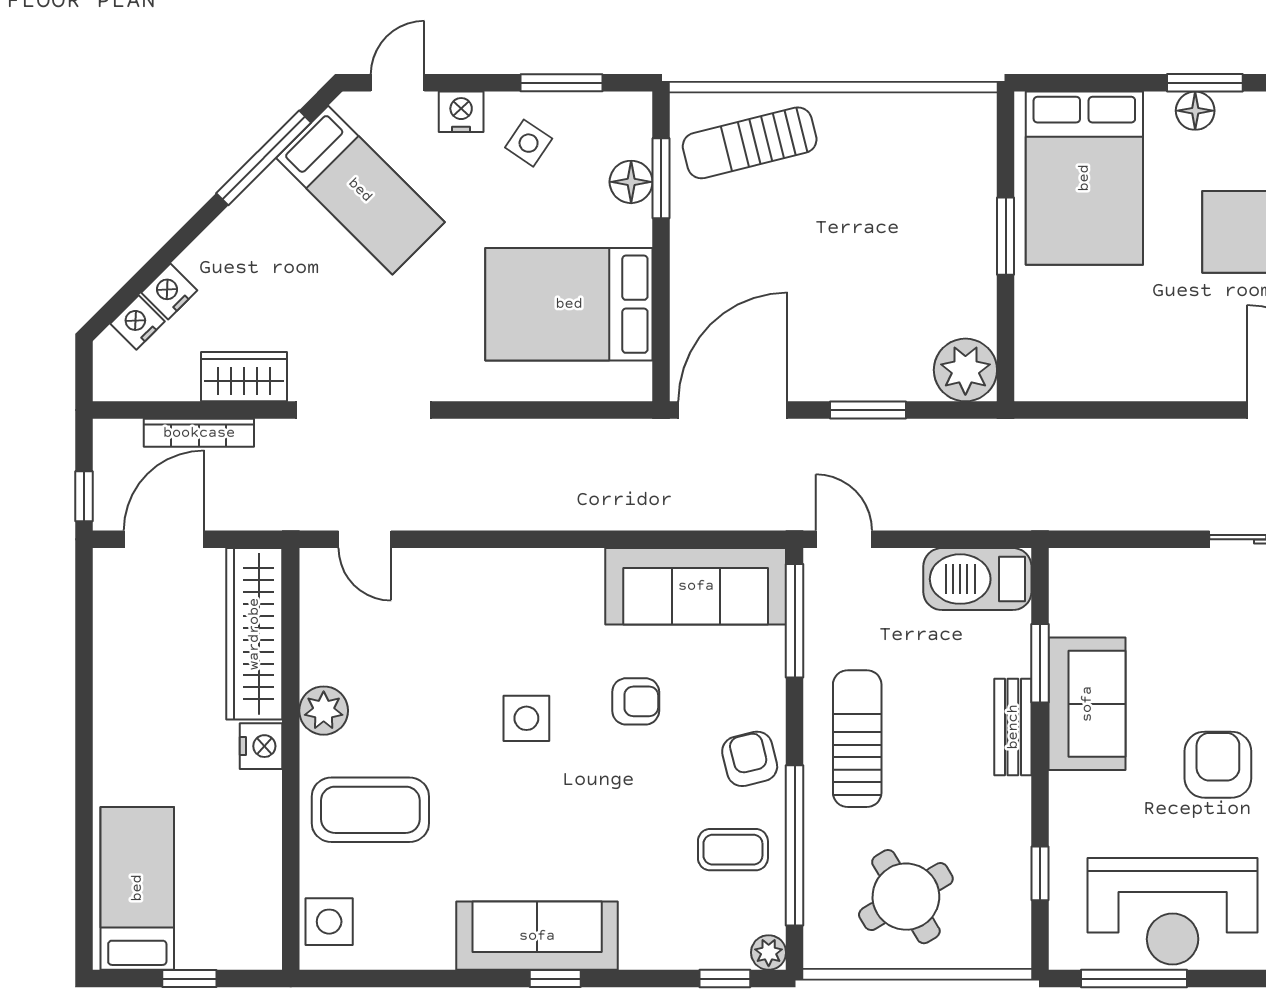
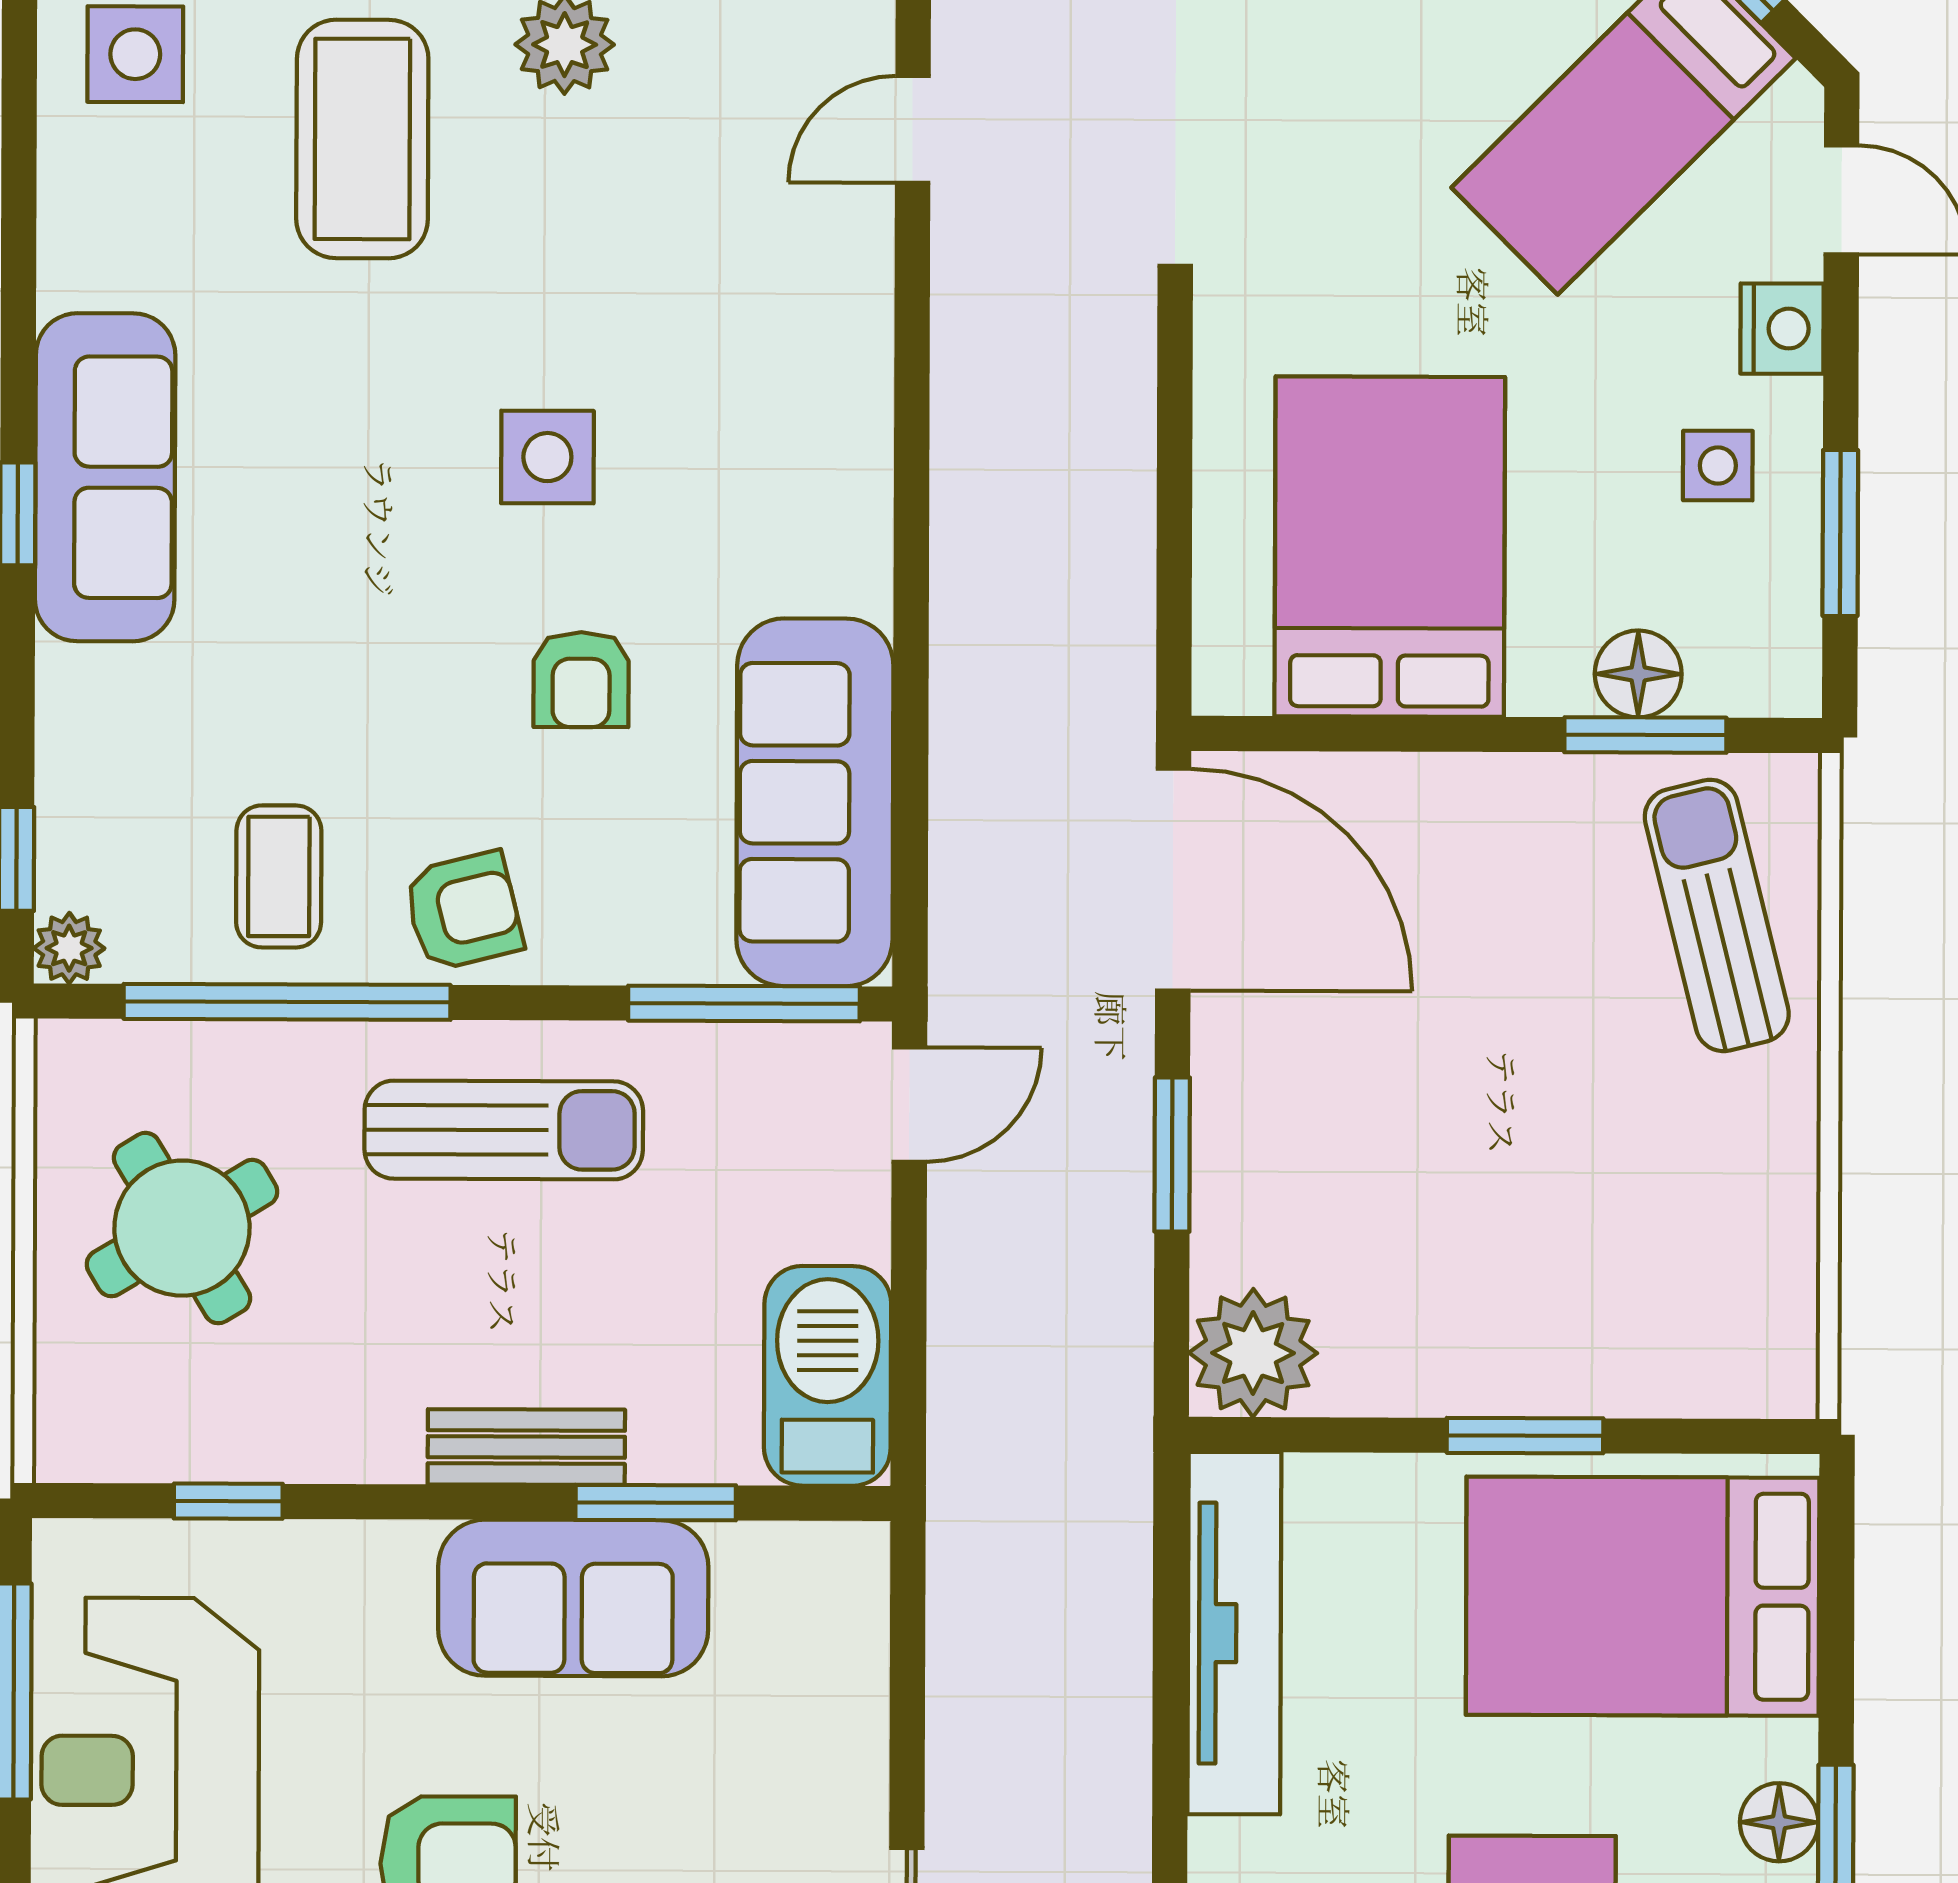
side table: (529, 143) -> (1718, 466), turned -34
tv unit: (1103, 379) -> (1234, 1633), added

